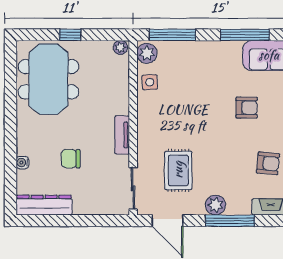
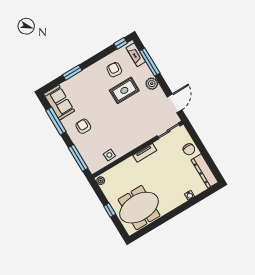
plant: (147, 53) -> (96, 165), removed
armchair: (247, 108) -> (83, 126), moved
chair: (71, 159) -> (189, 149), moved
rug: (178, 170) -> (124, 90), moved
window: (230, 221) -> (150, 62), moved

